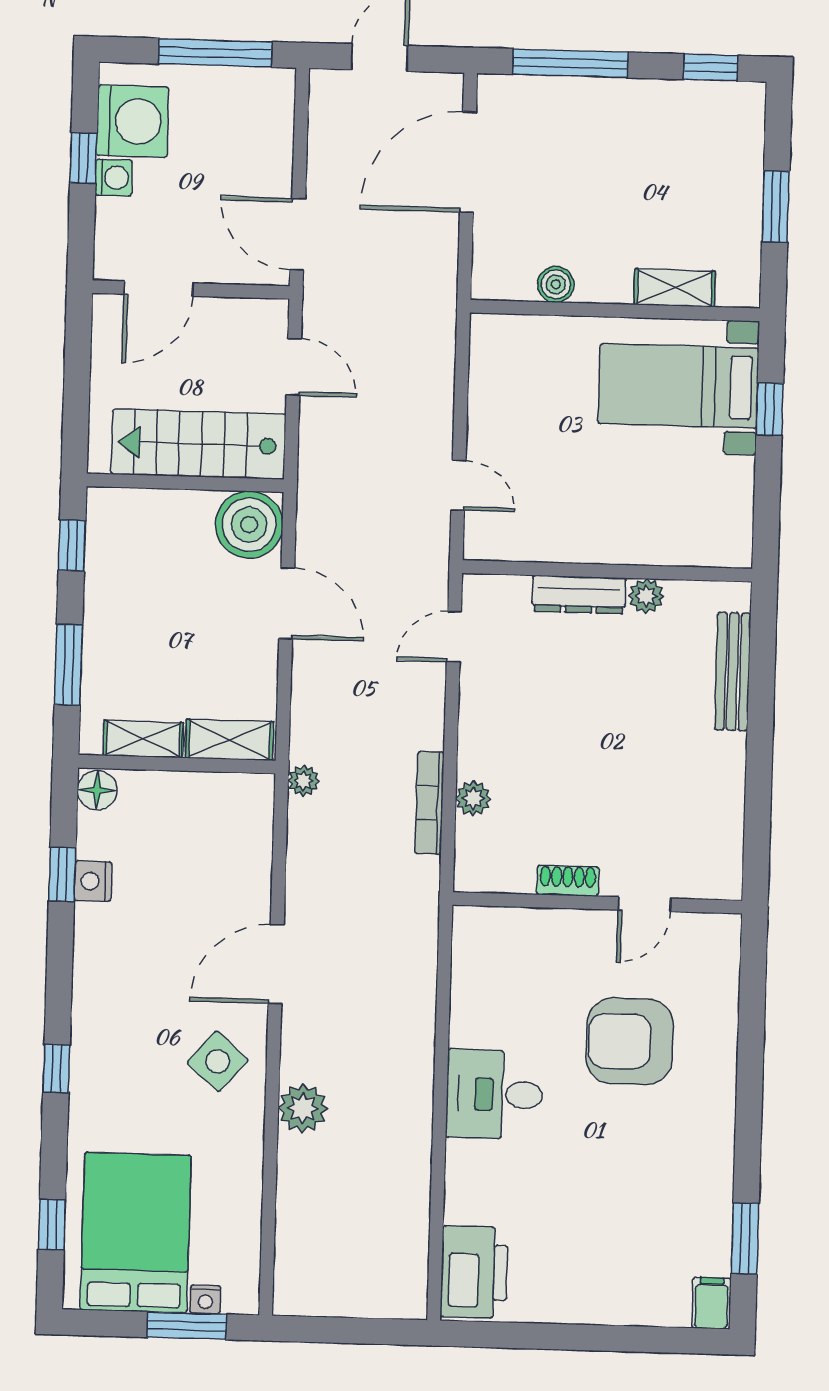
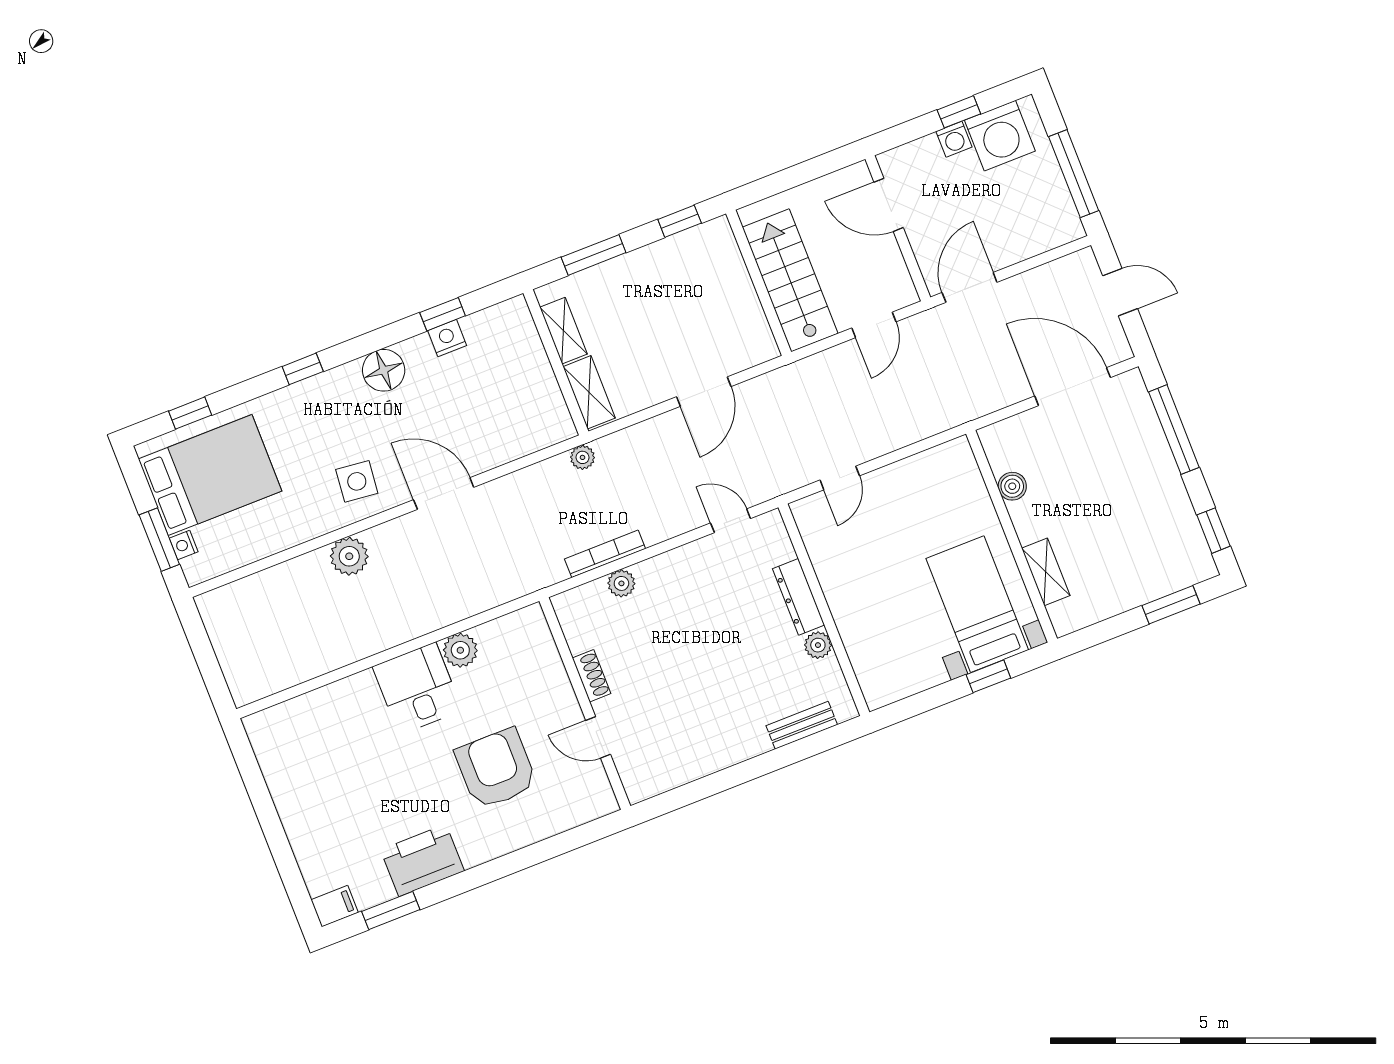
window: (776, 207) -> (1171, 605), moved
boiler: (249, 525) -> (748, 341), removed
bench: (733, 672) -> (802, 725), width x0.73
floor lamp: (97, 790) -> (384, 370), moved, width x1.38, depth x1.38
plant: (471, 1024) -> (460, 650), added
side table: (218, 1061) -> (357, 481), turned -35
printer: (474, 1272) -> (422, 860), moved, turned 180

